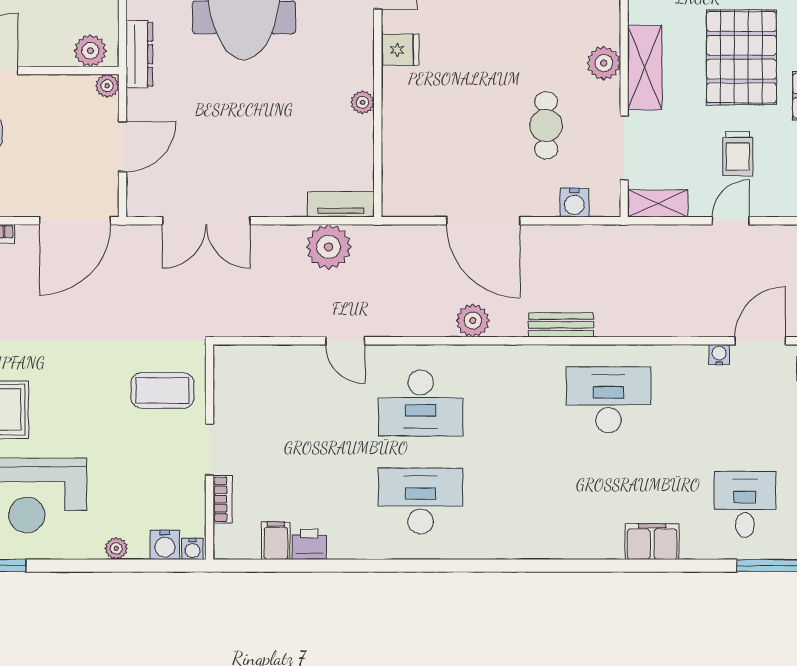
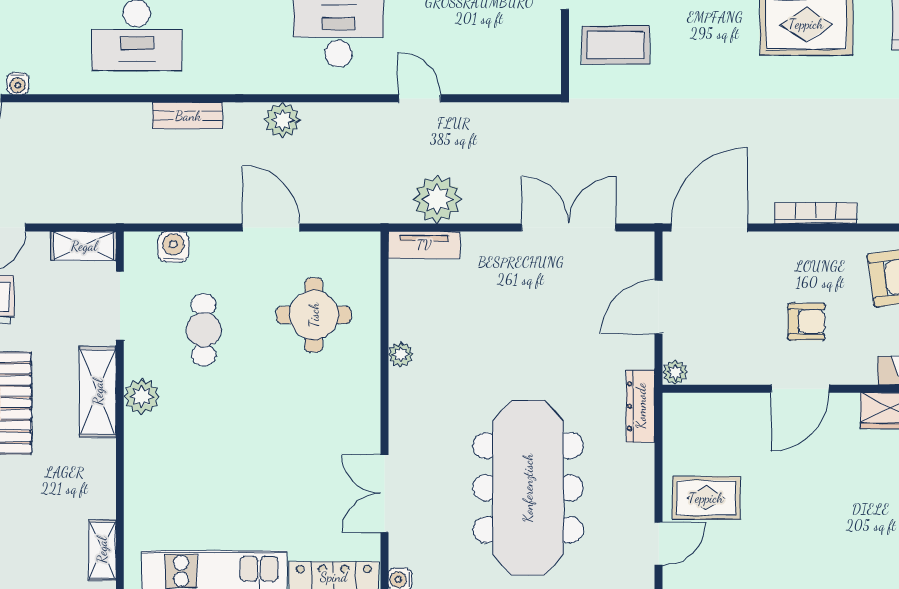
fridge: (400, 50) -> (360, 411), removed
plant: (90, 51) -> (693, 410), removed
round table: (444, 139) -> (314, 315), added
door: (483, 221) -> (271, 227), width x0.73

